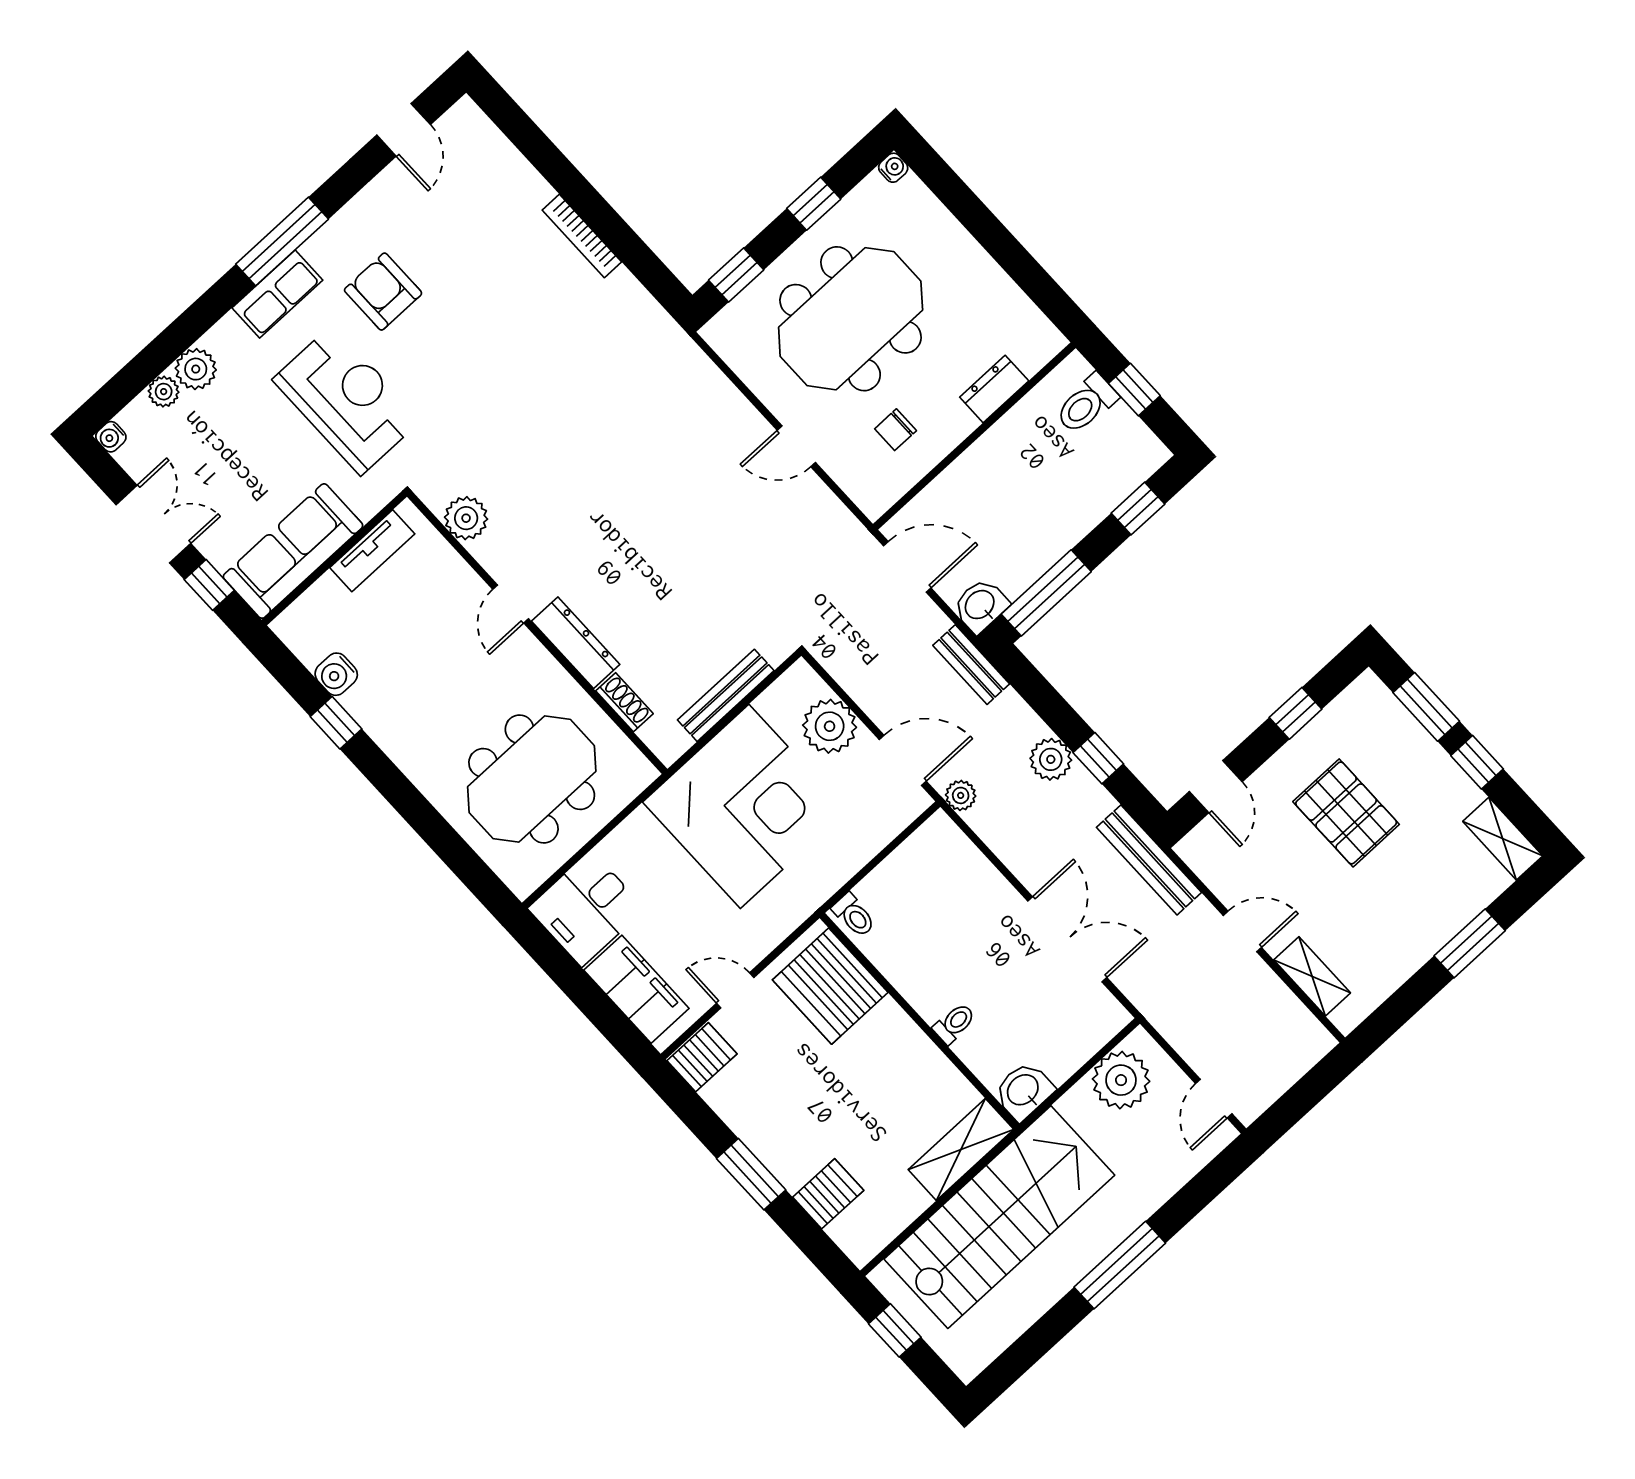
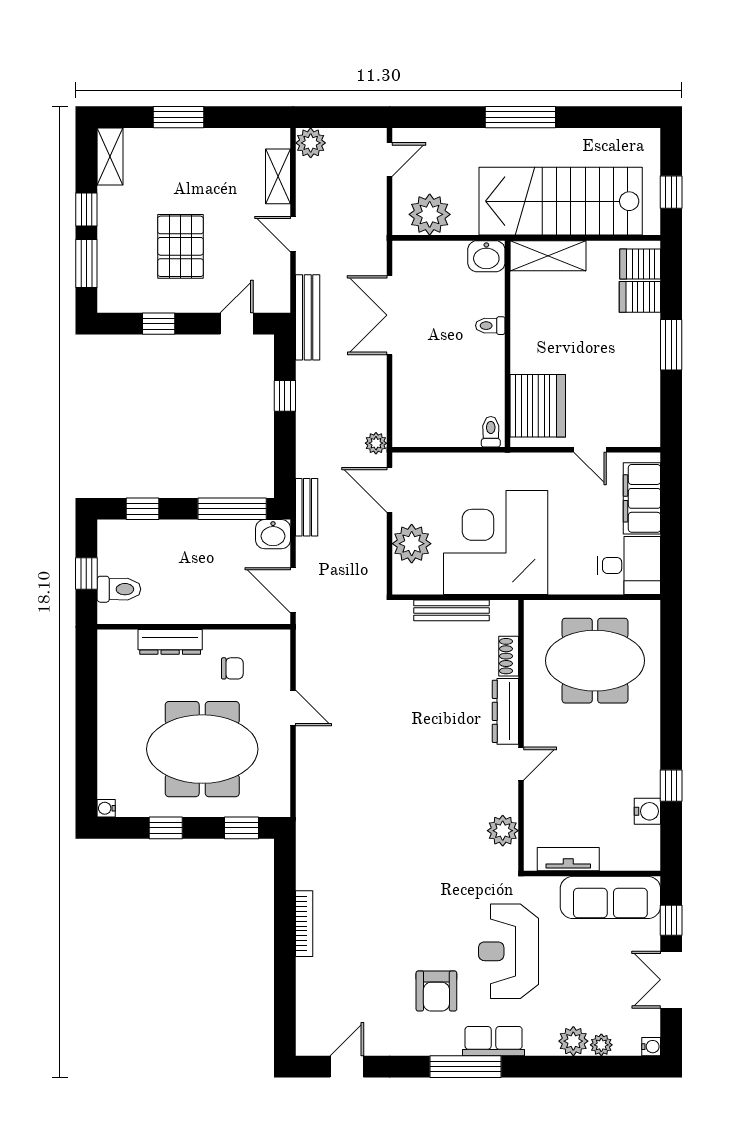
dresser: (994, 389) -> (170, 642), width x1.44
plant: (1051, 759) -> (311, 143), moved
server rack: (702, 1057) -> (640, 264), moved

